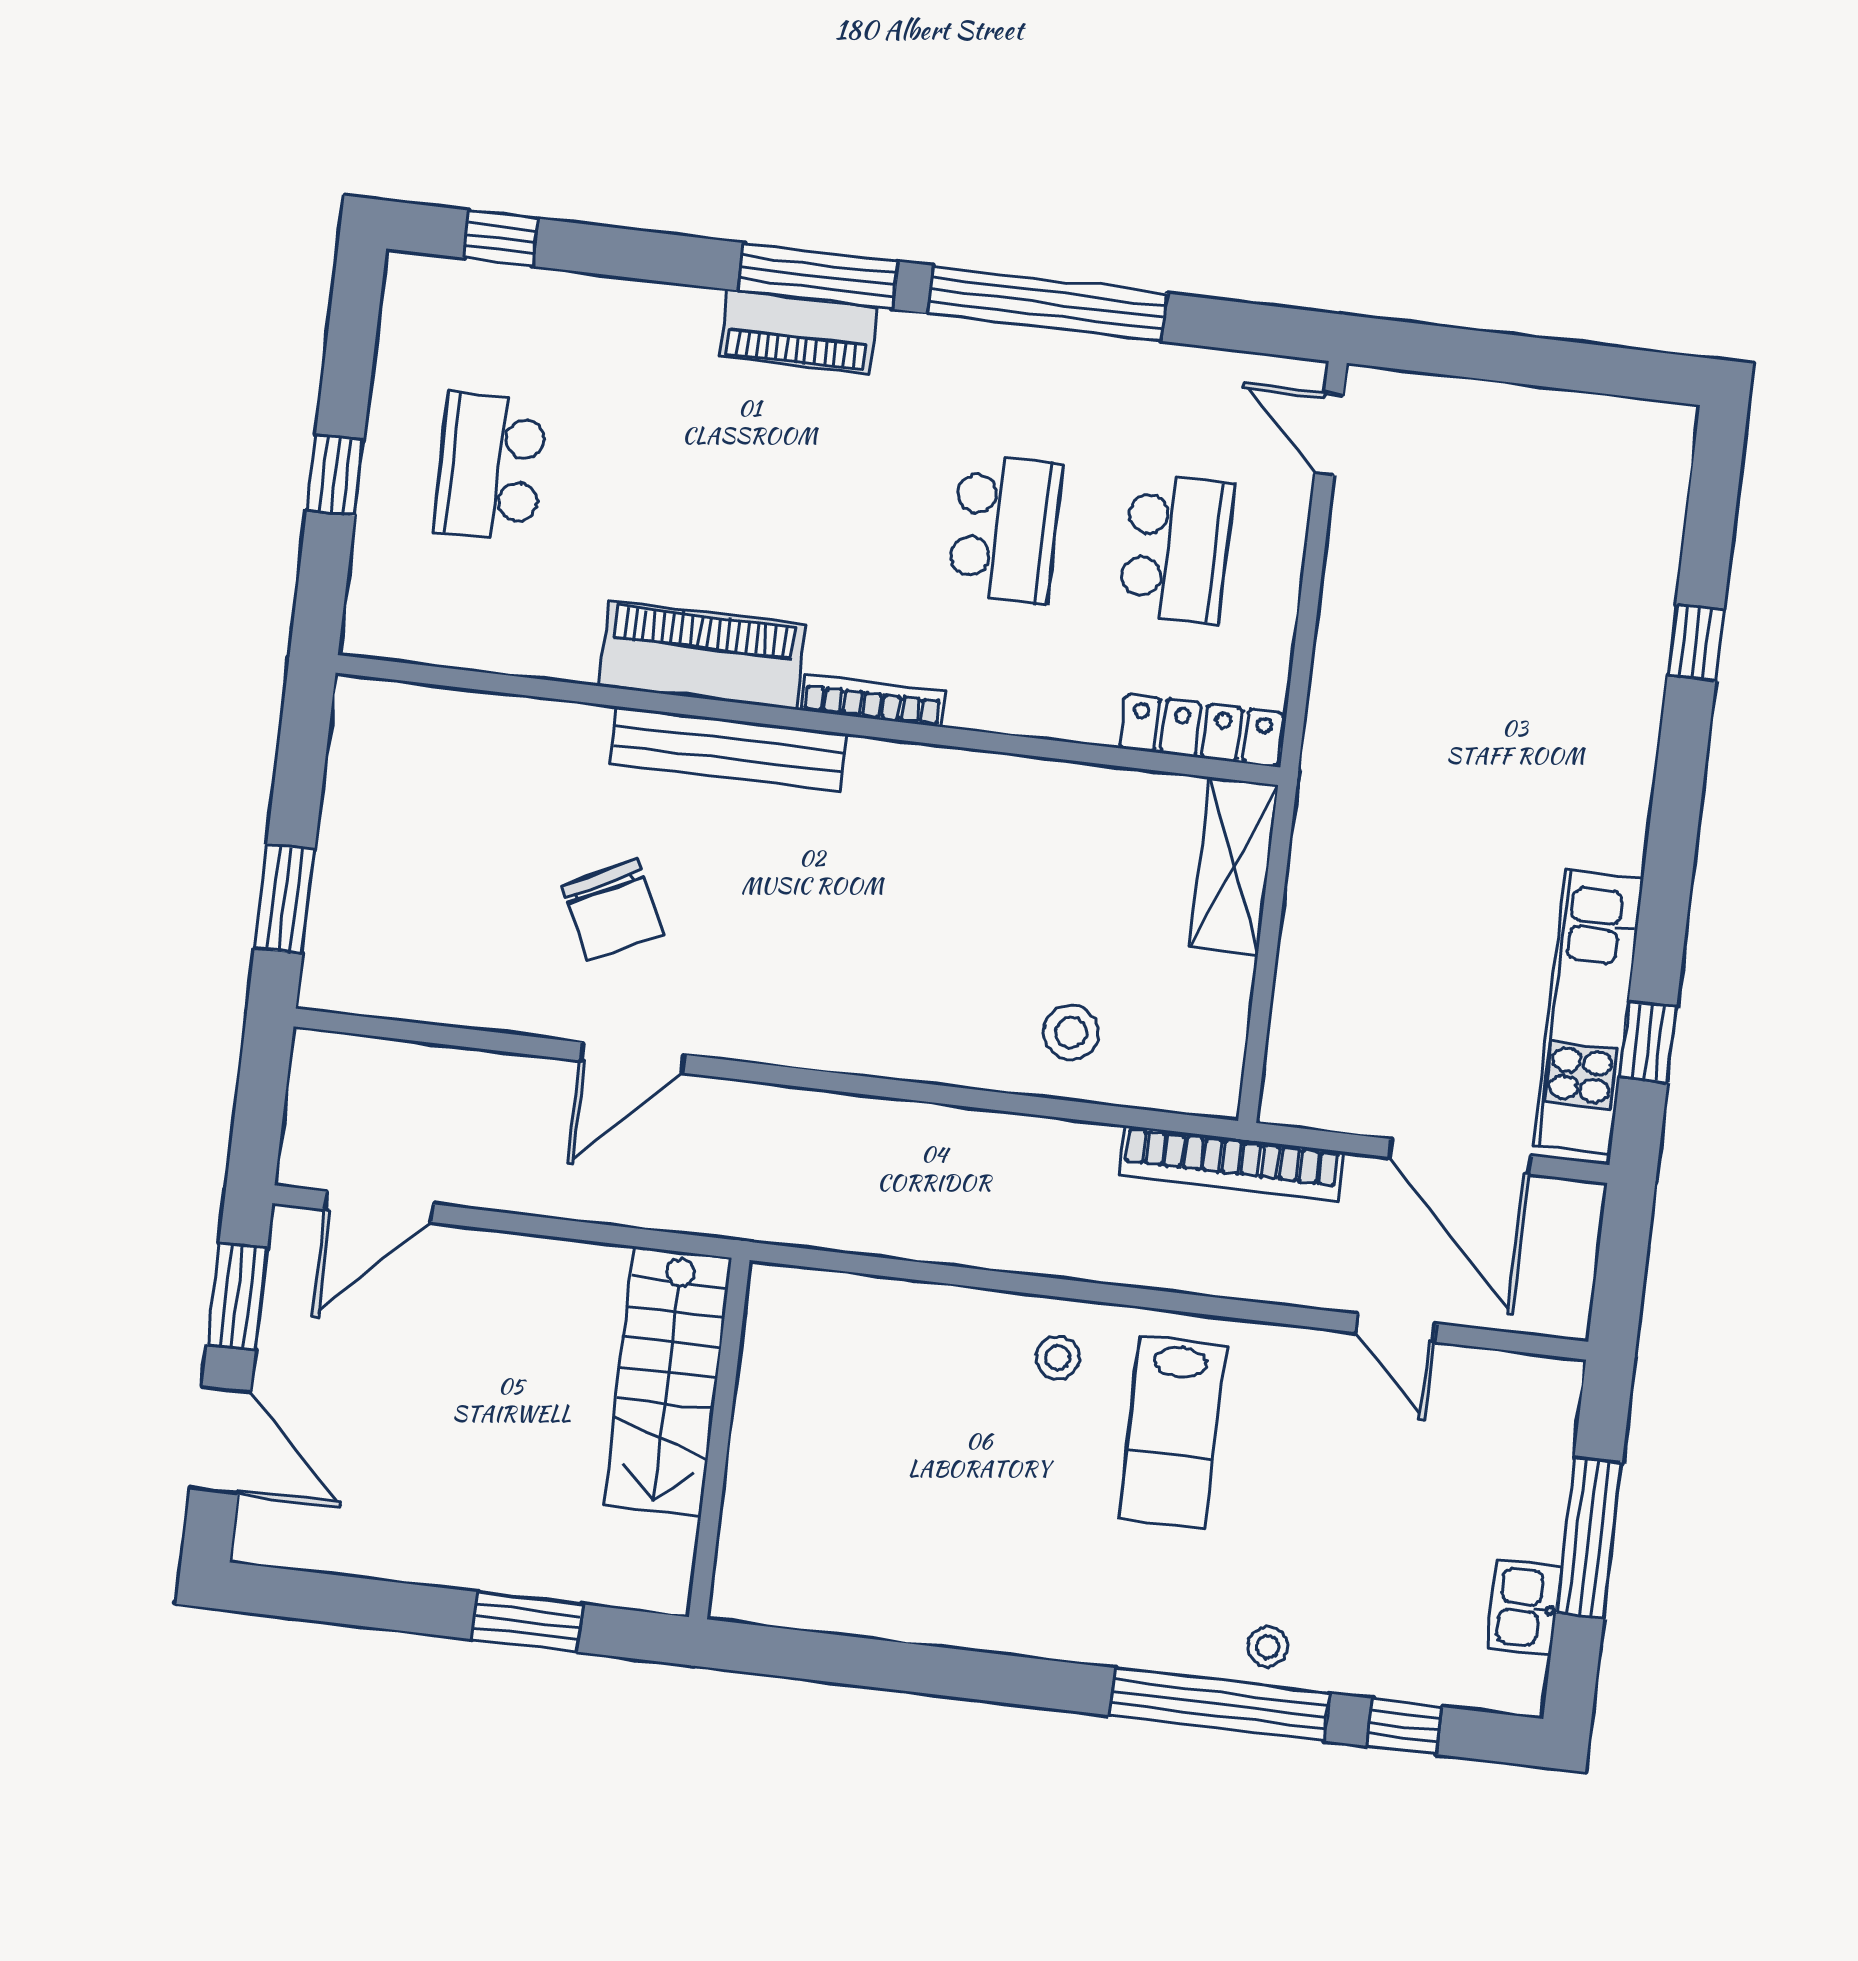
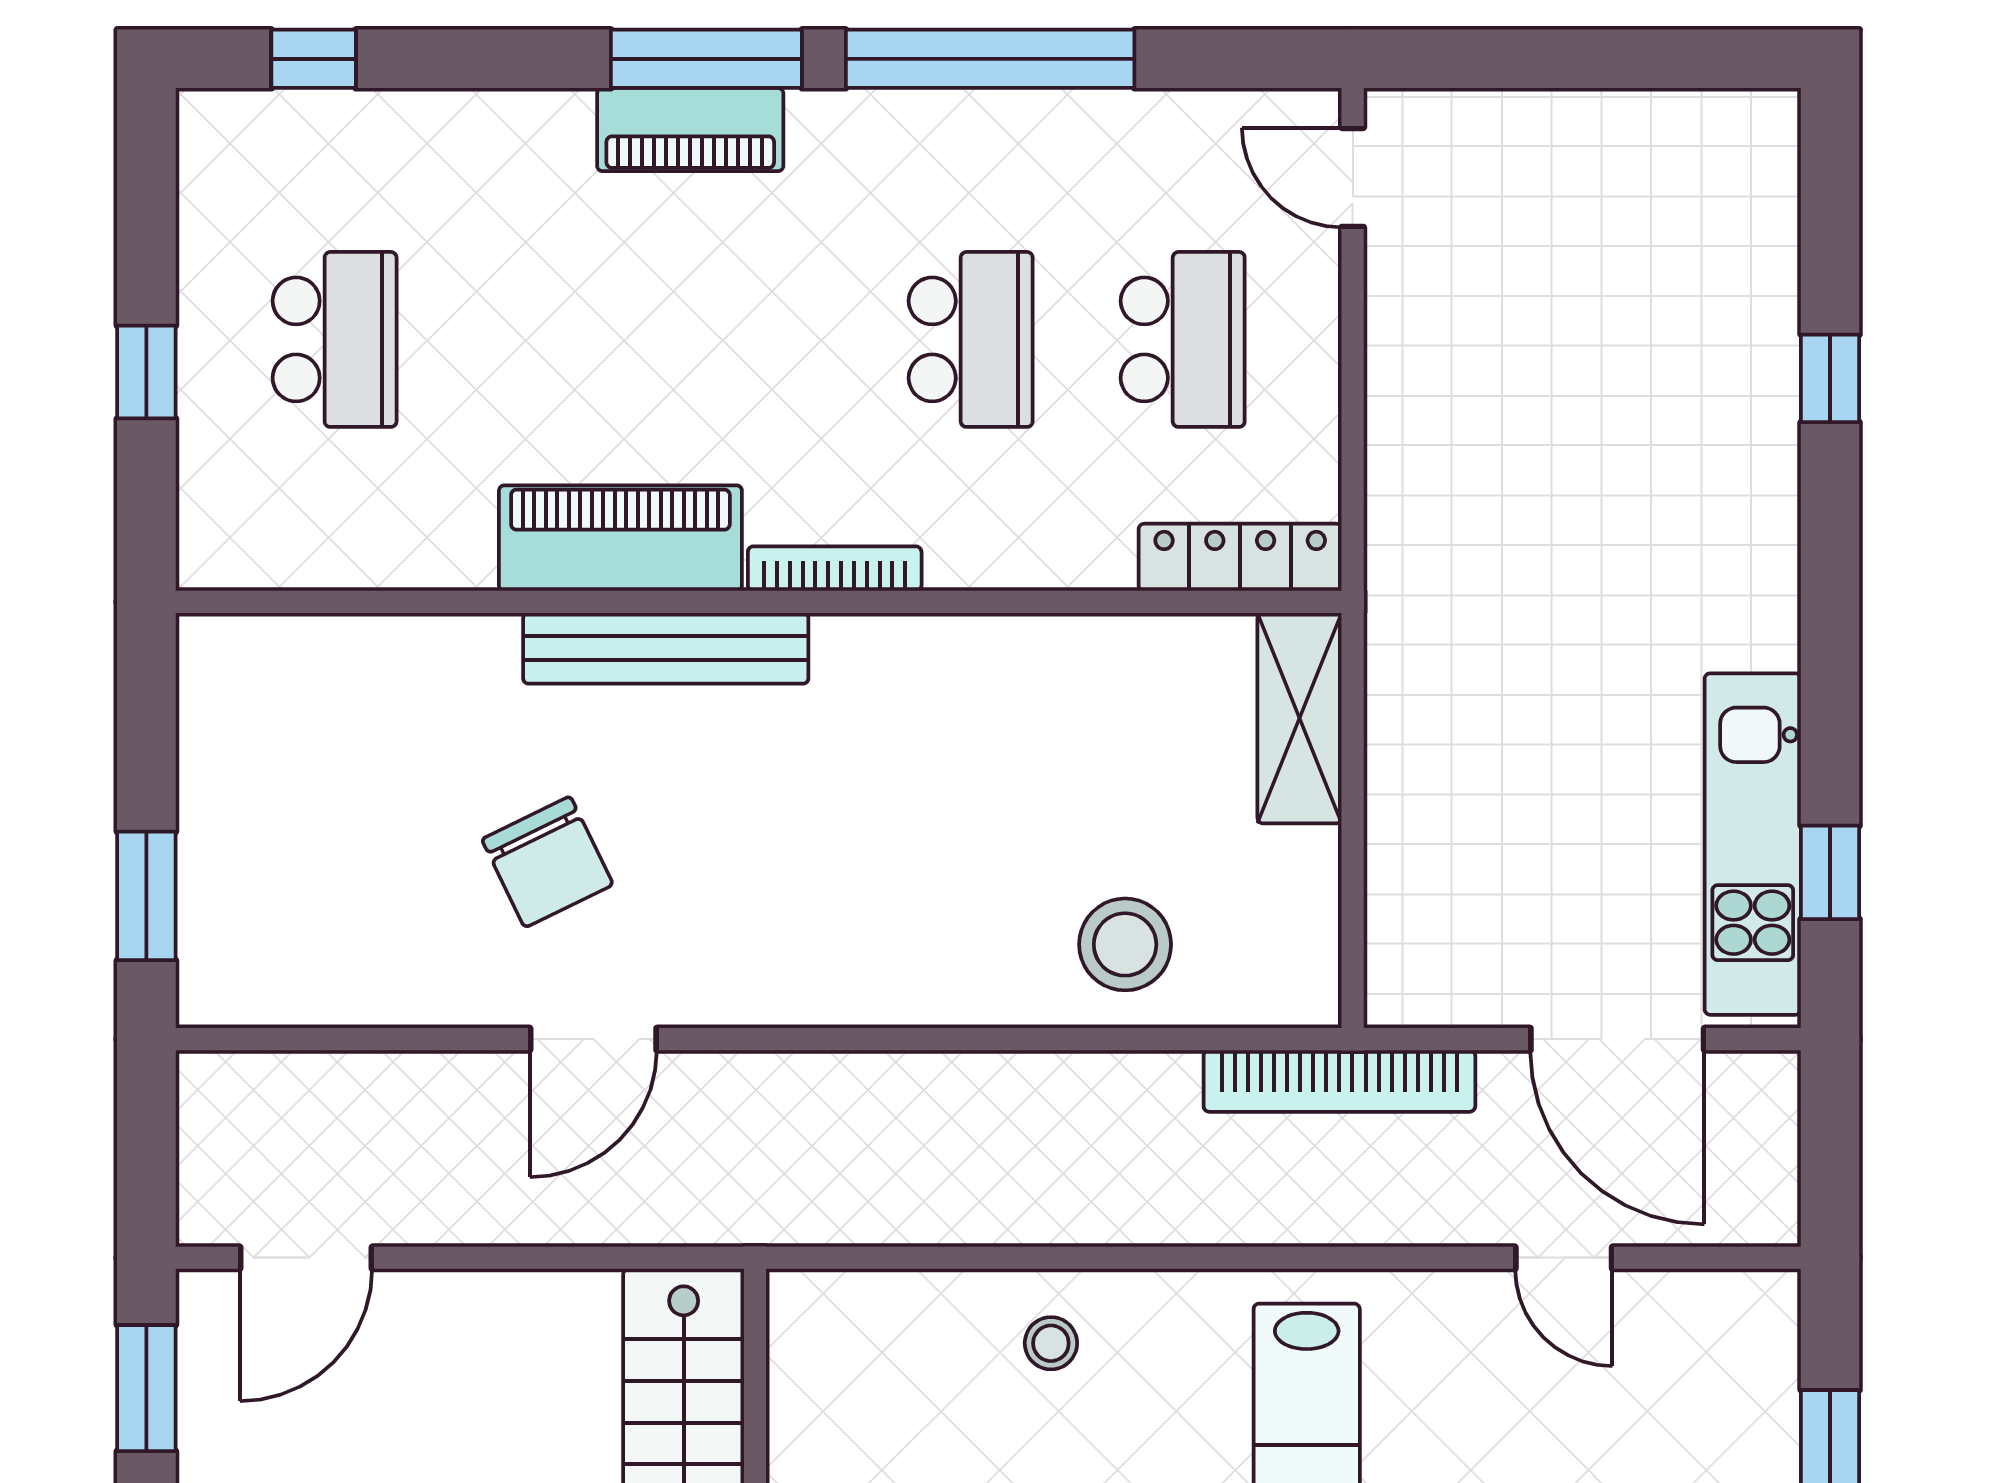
school desk: (490, 467) -> (335, 339), turned 180
stool: (1071, 1032) -> (1125, 944), width x1.38, depth x1.38
stool: (1058, 1358) -> (1051, 1343), moved

